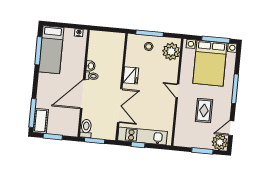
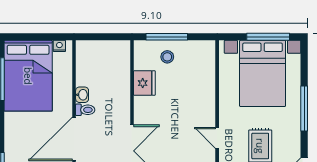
bed: (51, 50) -> (28, 76), width x1.50
plant: (171, 51) -> (202, 61), removed
fridge: (131, 75) -> (144, 83), moved
door: (177, 91) -> (217, 138), moved

